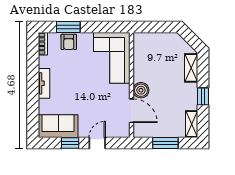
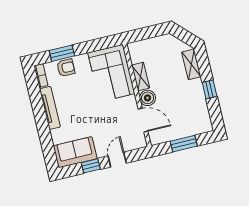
armchair: (69, 42) -> (66, 68), turned -90
tv unit: (44, 83) -> (50, 108), width x1.41
shelving: (192, 124) -> (141, 77), moved

